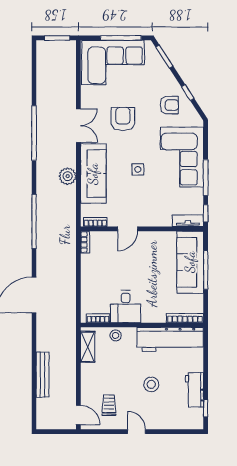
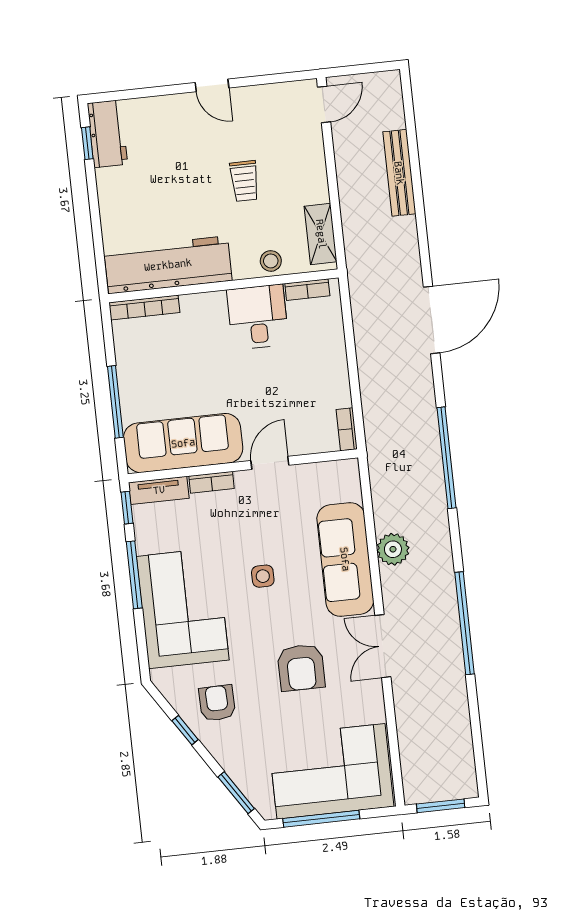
armchair: (169, 105) -> (217, 703), turned 89
bookcase: (95, 222) -> (211, 482), moved
sofa: (190, 262) -> (183, 443), moved, turned -90
stool: (151, 384) -> (194, 177), removed
workbench: (195, 390) -> (107, 134), moved
trolley: (109, 405) -> (244, 181), moved
door: (78, 415) -> (324, 104), swing flipped

